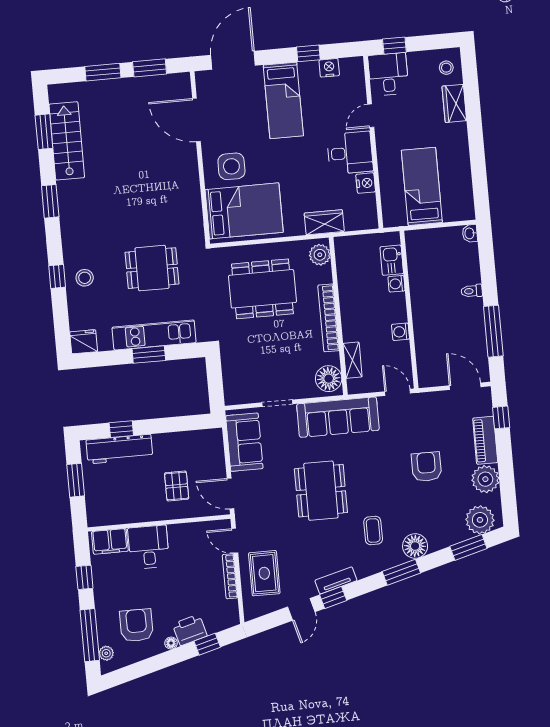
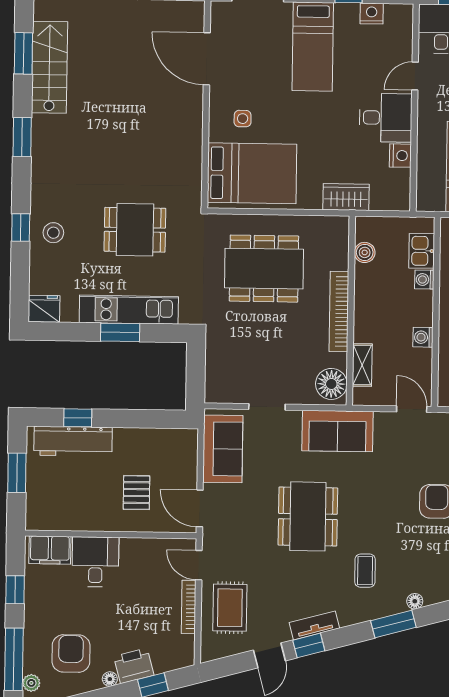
side table: (231, 166) -> (243, 119), width x0.54, depth x0.54
plant: (320, 255) -> (337, 235), removed
boiler: (345, 267) -> (365, 252), added
sofa: (338, 417) -> (337, 431), width x0.73
floor lamp: (415, 546) -> (415, 601), width x0.53, depth x0.53

